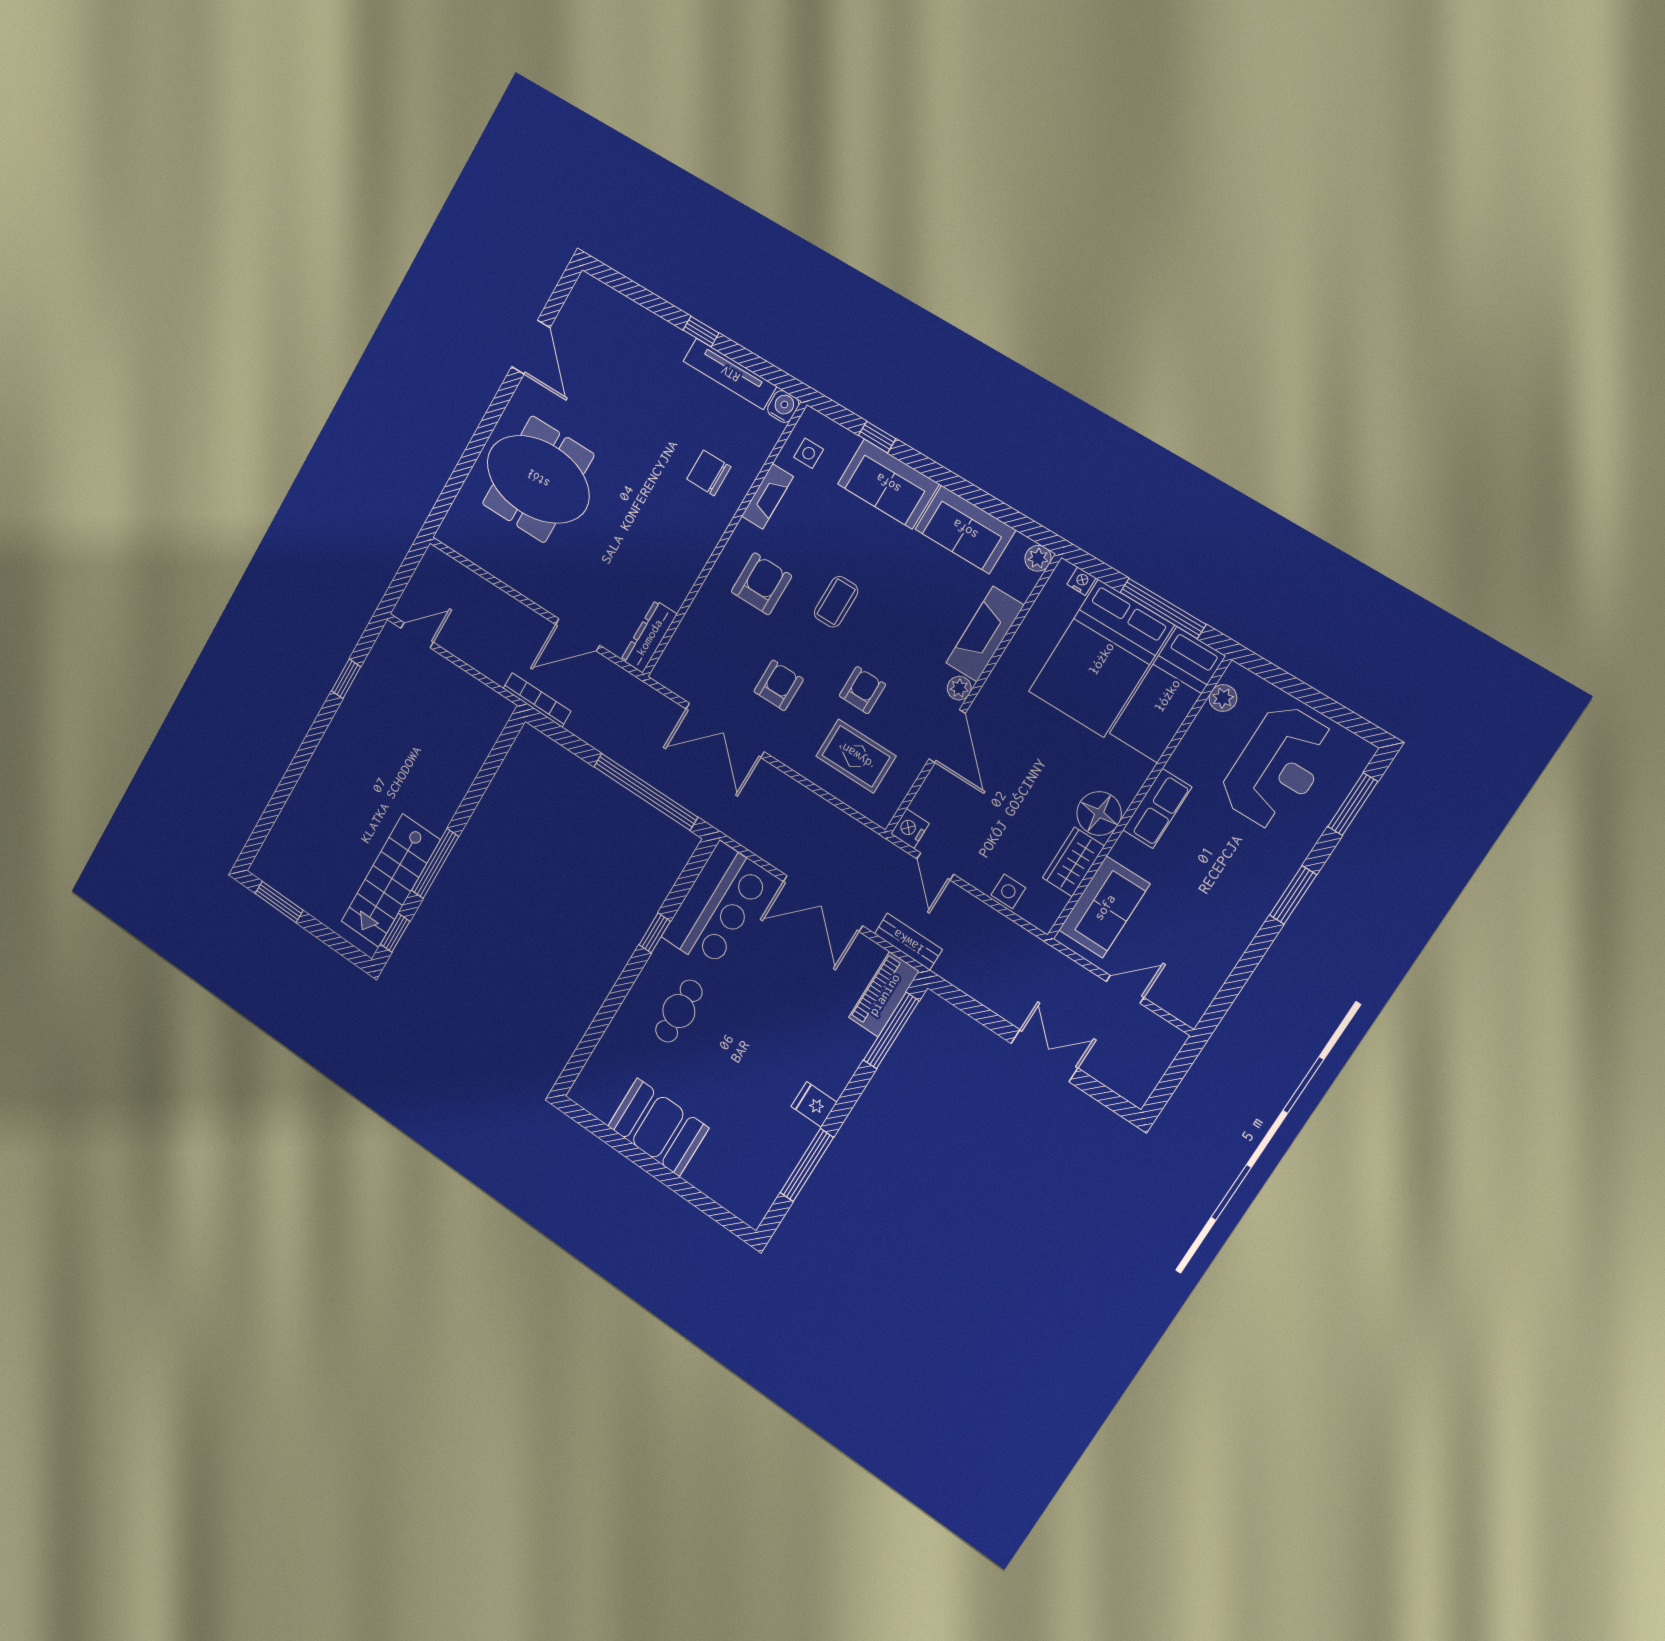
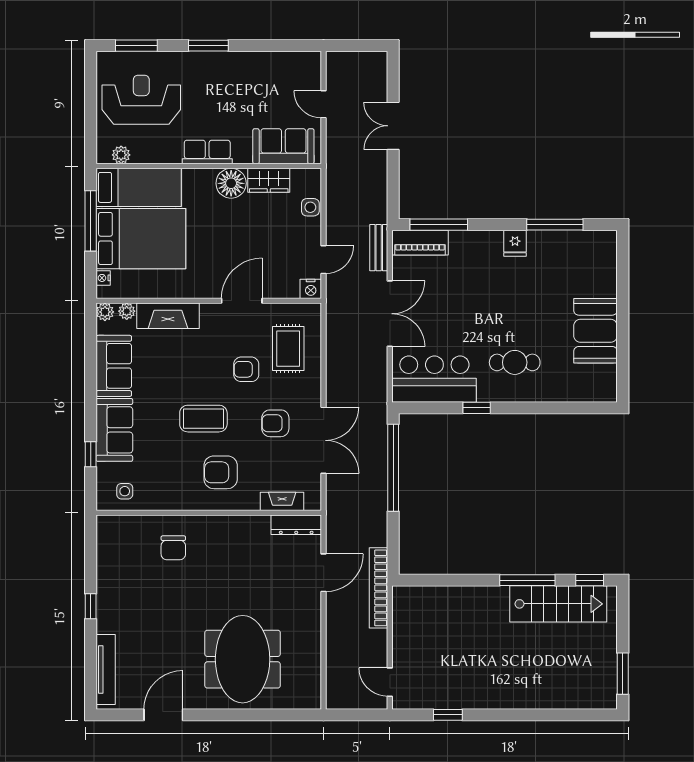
tv unit: (730, 374) -> (106, 670), moved
water cooler: (783, 406) -> (106, 525), removed
fireplace: (767, 496) -> (282, 501), moved
coffee table: (836, 602) -> (203, 419), width x1.36, depth x1.30
door: (578, 635) -> (324, 573), hinge flipped
plant: (959, 688) -> (127, 311), moved
bookcase: (537, 700) -> (378, 588), width x1.48, depth x1.31

